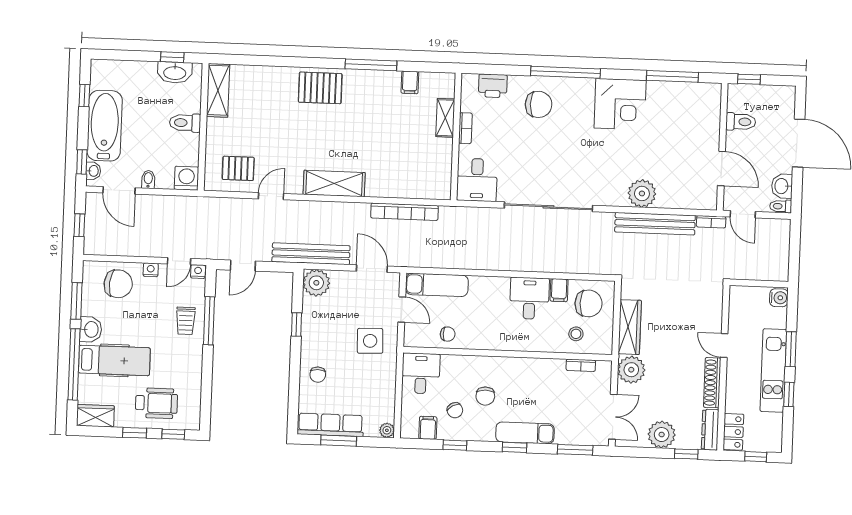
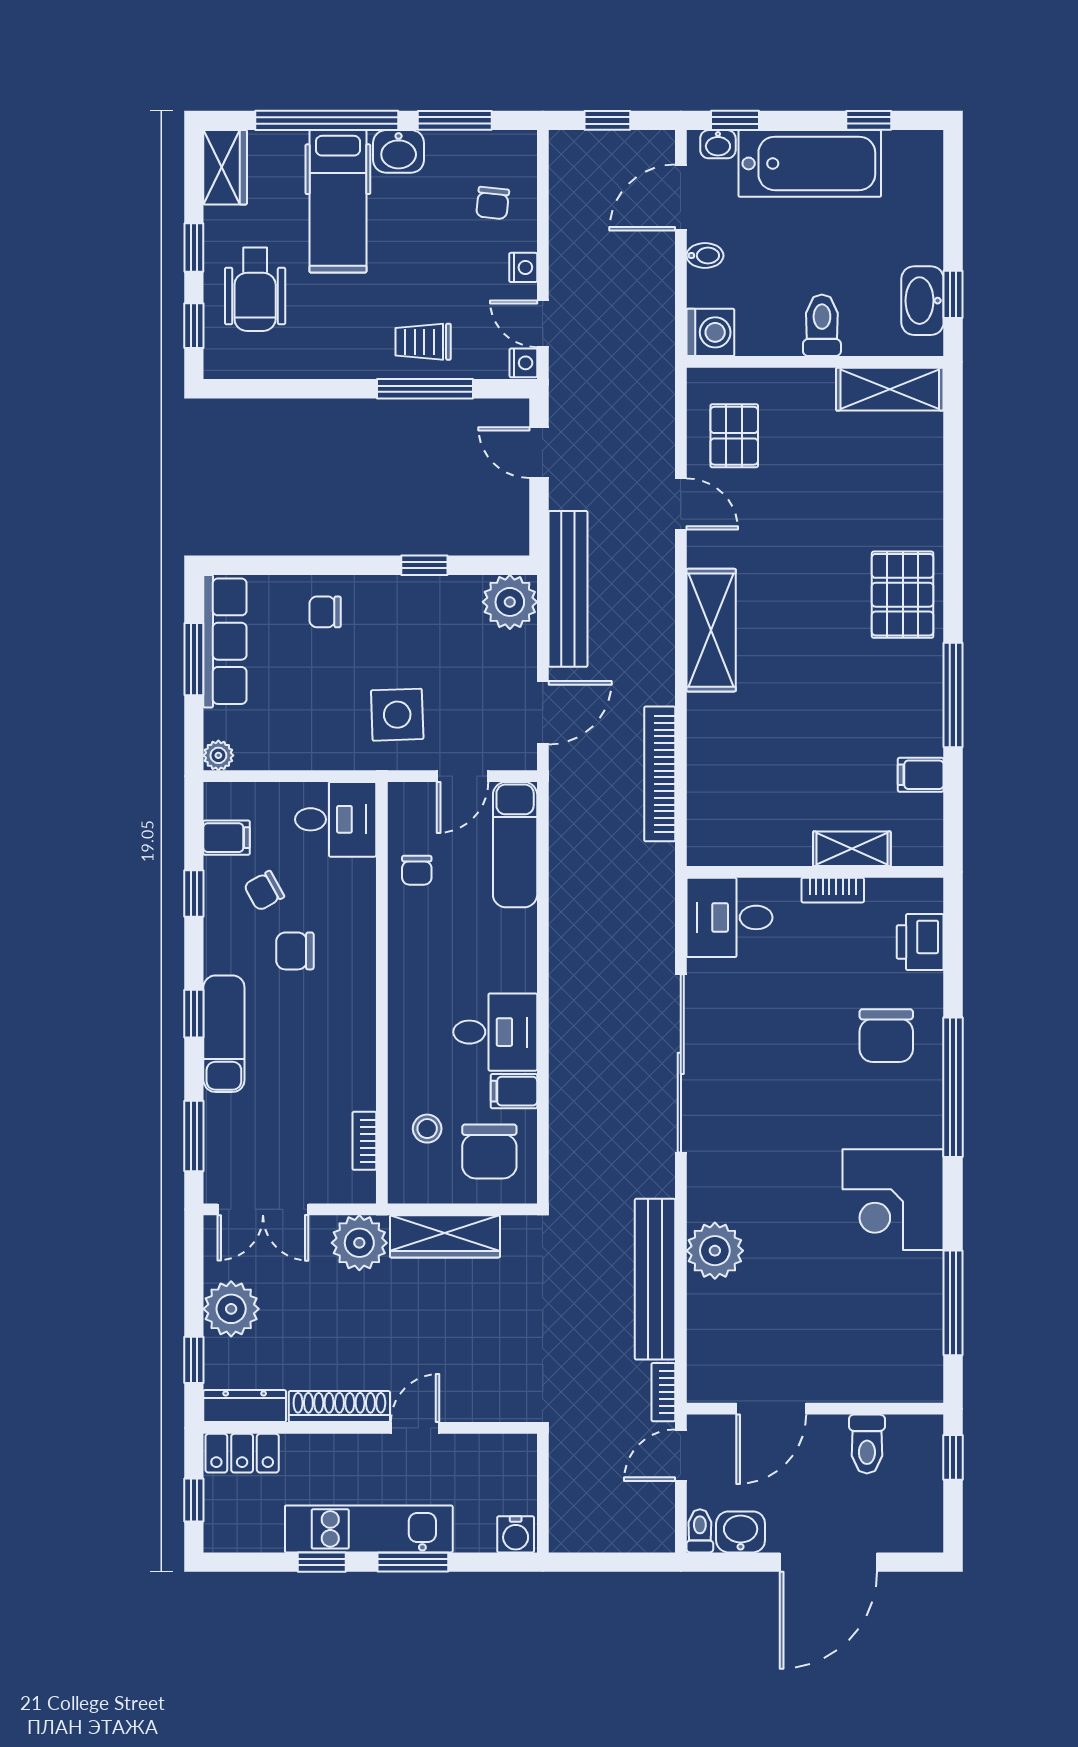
chair: (118, 284) -> (493, 203), width x0.54, depth x0.54

